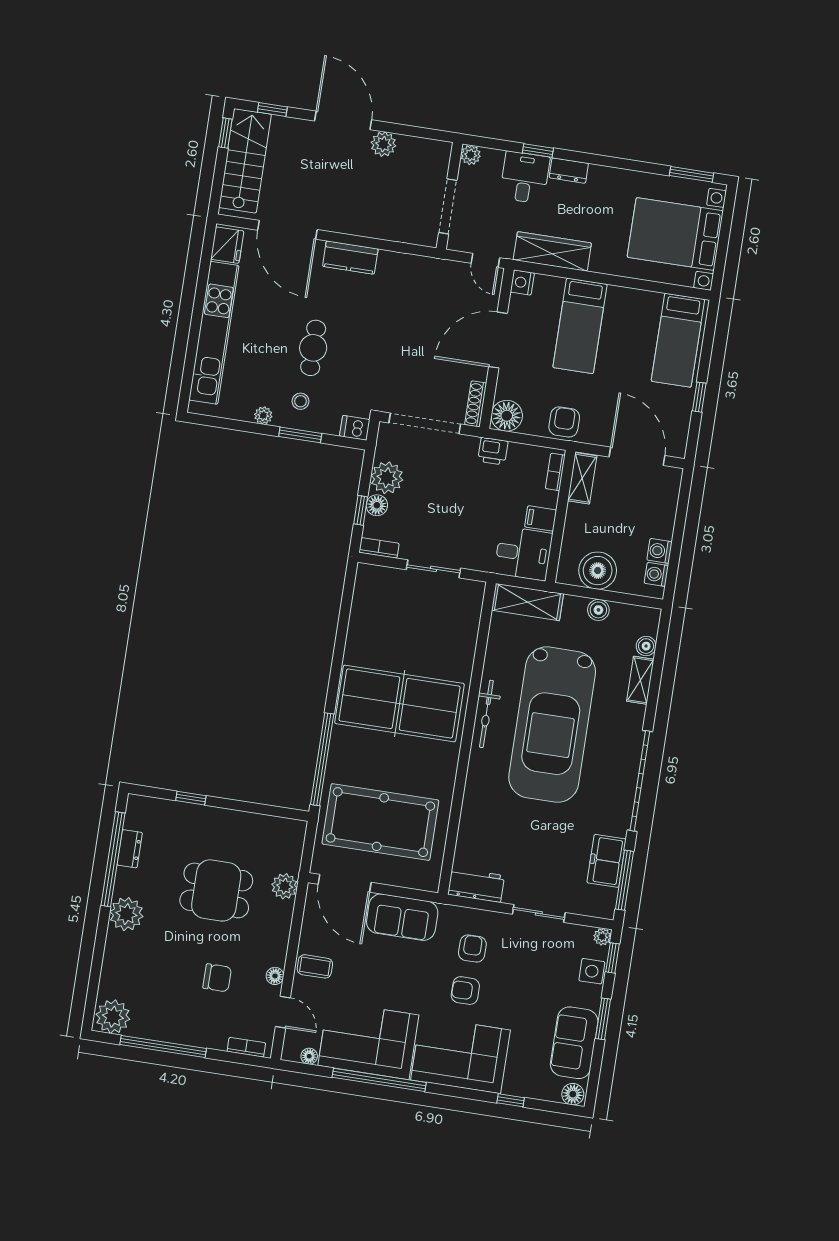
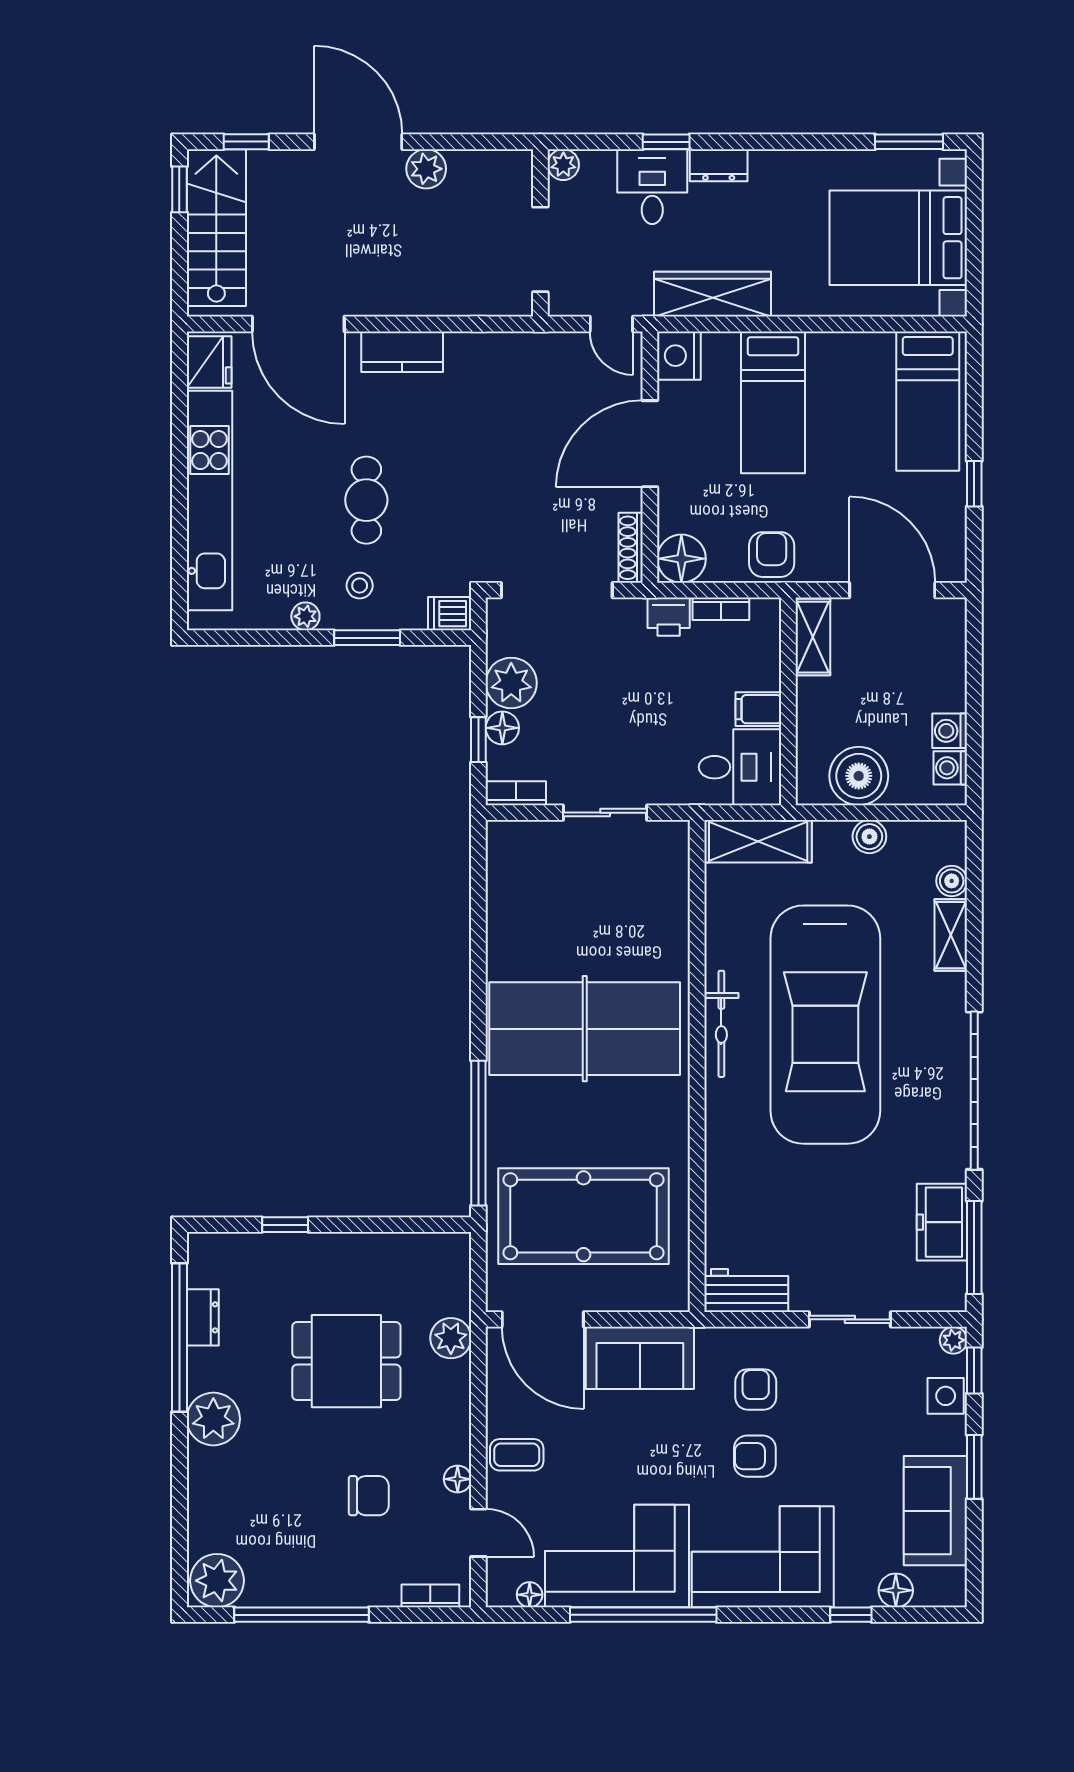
nightstand: (522, 282) -> (679, 356), width x1.36, depth x1.33
bookcase: (555, 472) -> (721, 609), moved, turned -90
floor lamp: (573, 1094) -> (896, 1590), moved

